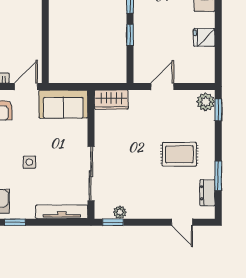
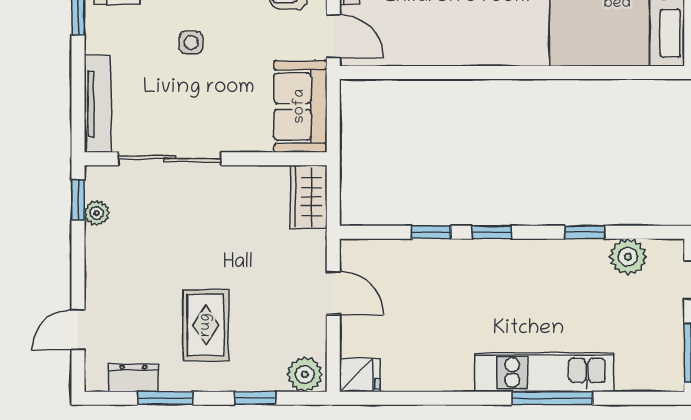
fridge: (204, 37) -> (360, 375), moved, turned 90
window: (218, 110) -> (255, 398), moved

